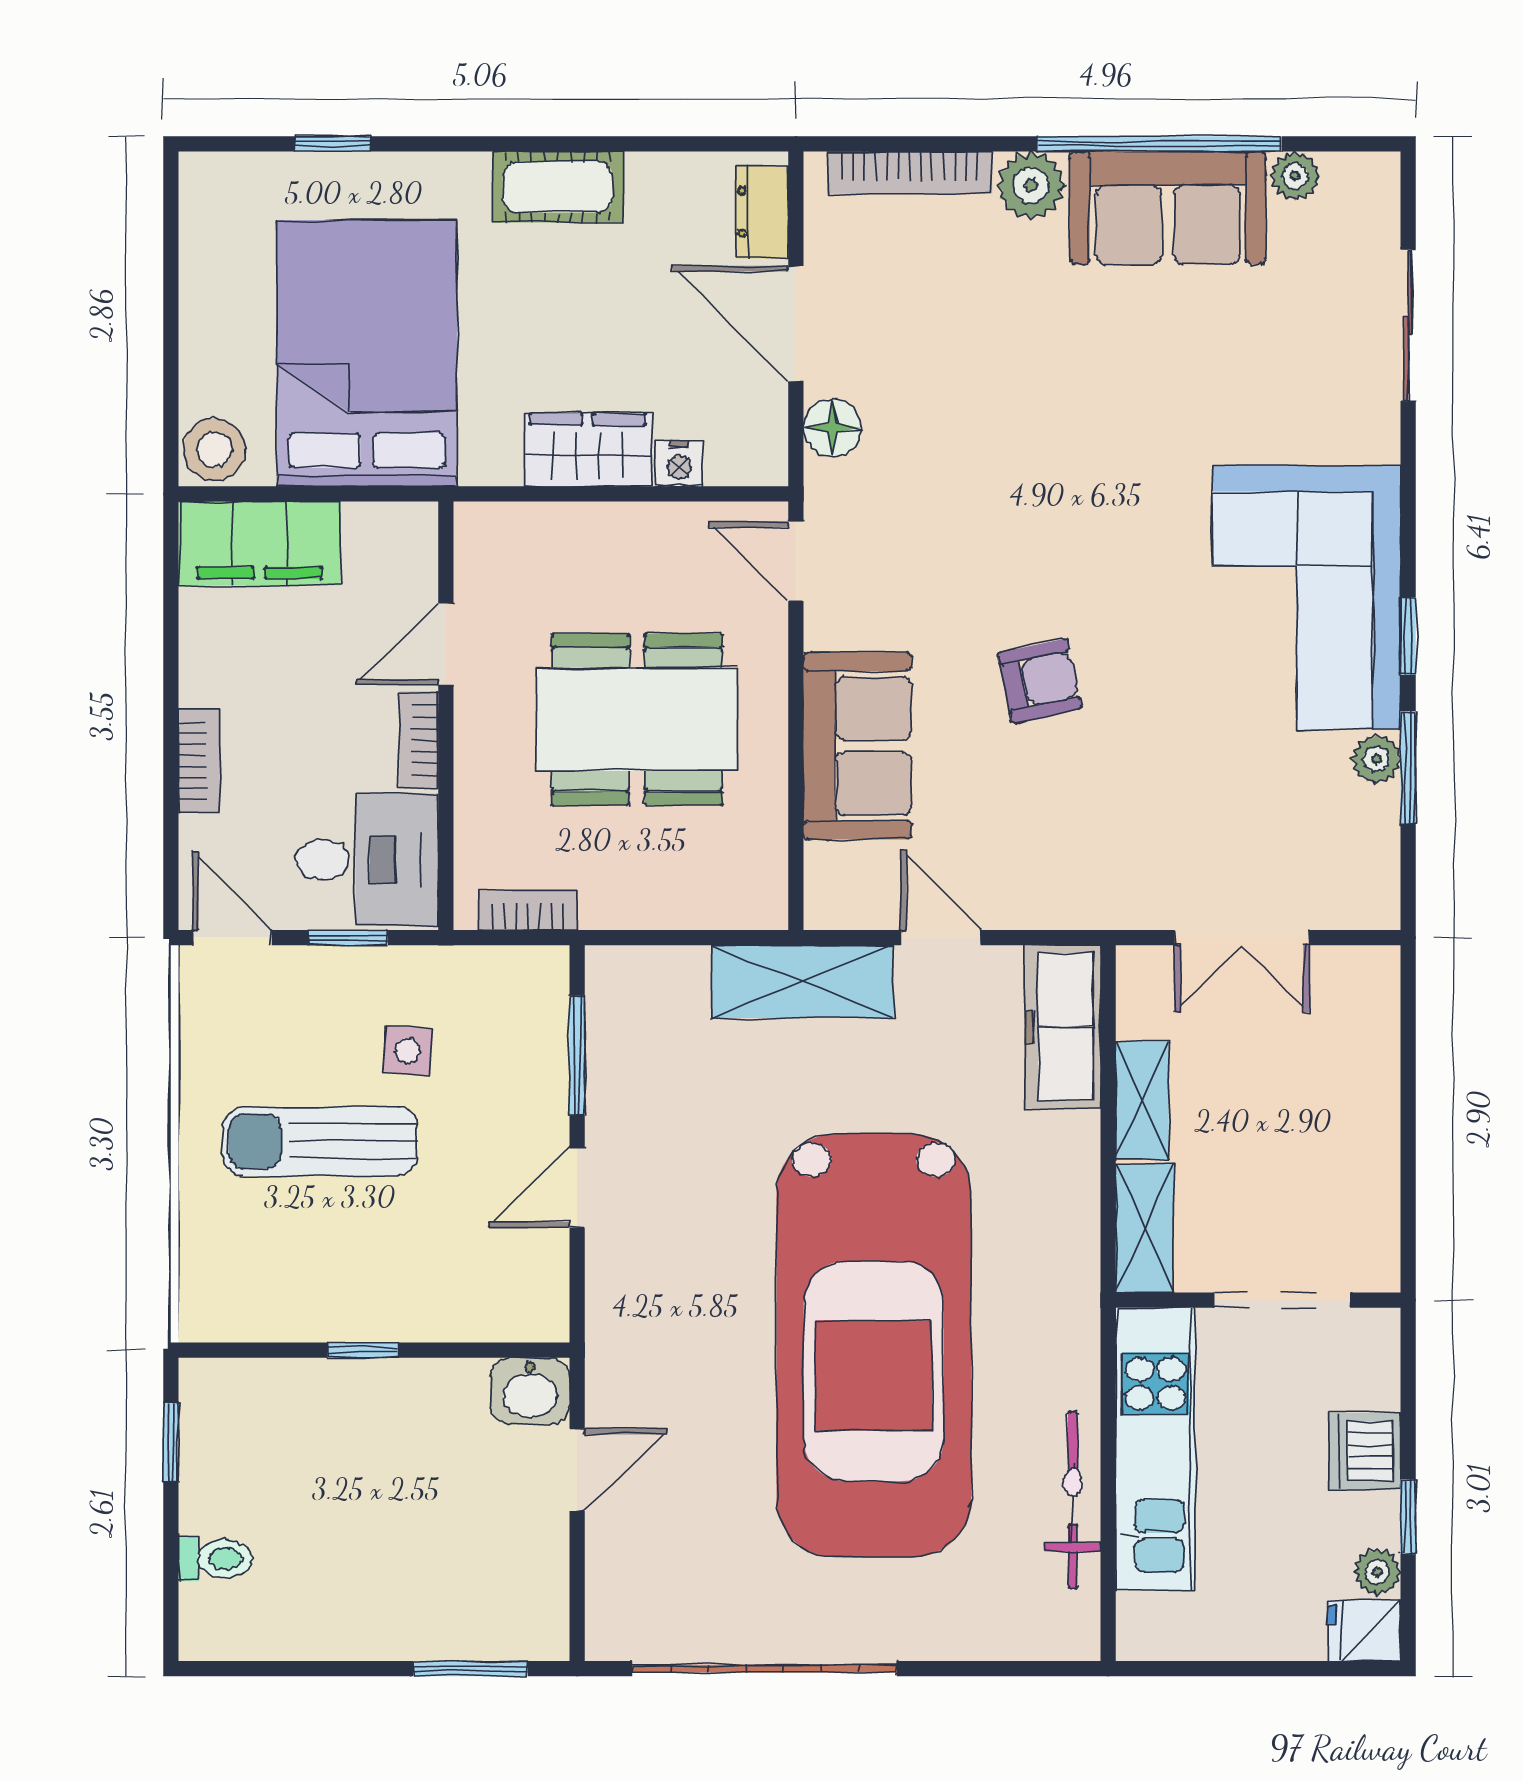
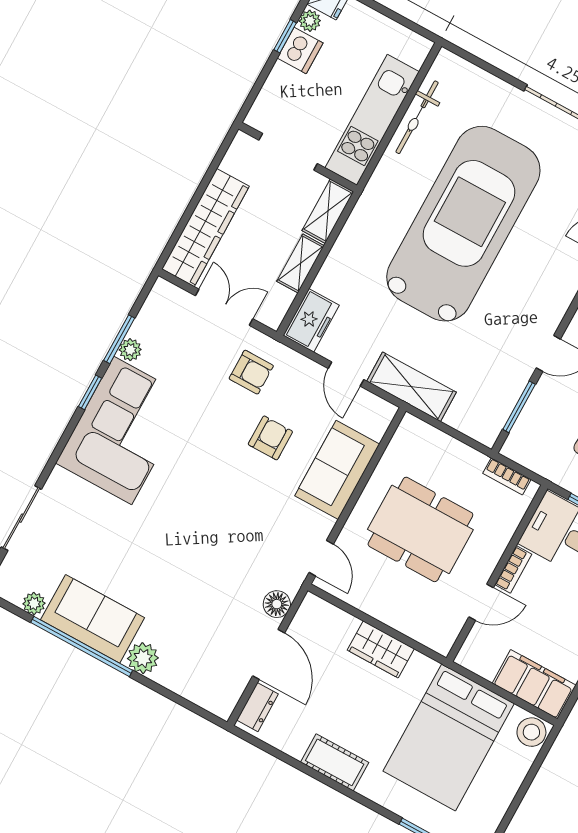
bookcase: (910, 172) -> (189, 690), removed
nightstand: (679, 464) -> (347, 623), removed
armchair: (1040, 681) -> (270, 438), moved, turned 102
armchair: (1123, 842) -> (251, 372), added
freezer: (1063, 1027) -> (311, 320), width x0.71
wardrobe: (1360, 1070) -> (205, 228), added
dishwasher: (1365, 1451) -> (300, 51), moved

